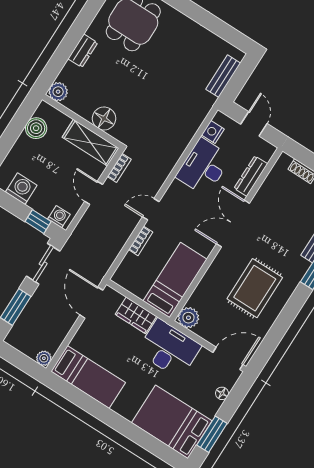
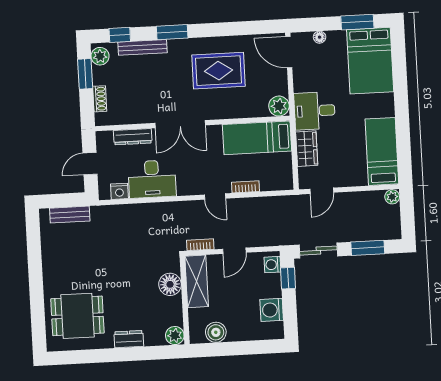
door: (91, 303) -> (322, 191), width x0.73
desk: (169, 349) -> (315, 111), width x0.73

